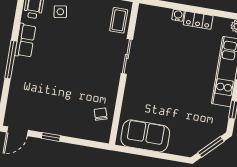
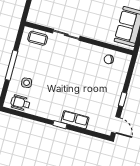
row of seats: (25, 40) -> (75, 120), moved
window: (11, 60) -> (60, 125), width x0.46

